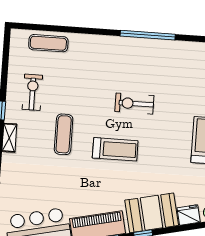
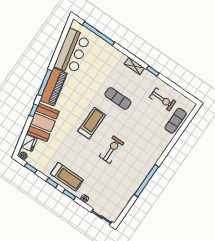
exercise bike: (32, 92) -> (163, 99), moved
treadmill: (115, 149) -> (92, 123), turned 180

